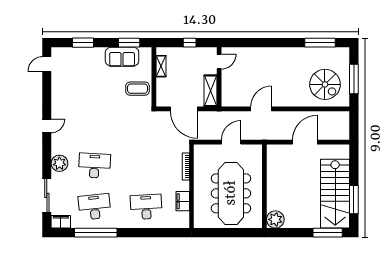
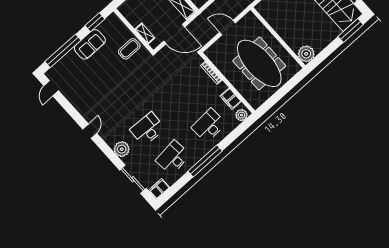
window: (83, 43) -> (63, 51), width x2.11
sofa: (122, 57) -> (90, 44), moved
shelving: (161, 66) -> (145, 33), moved
door: (231, 142) -> (227, 28), hinge flipped
plant: (180, 222) -> (241, 115), added
window: (96, 233) -> (205, 161), moved

